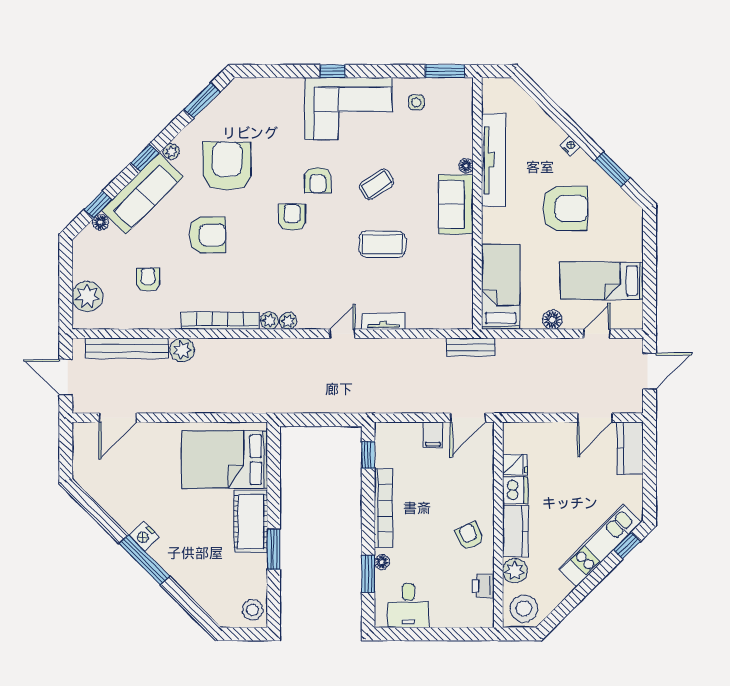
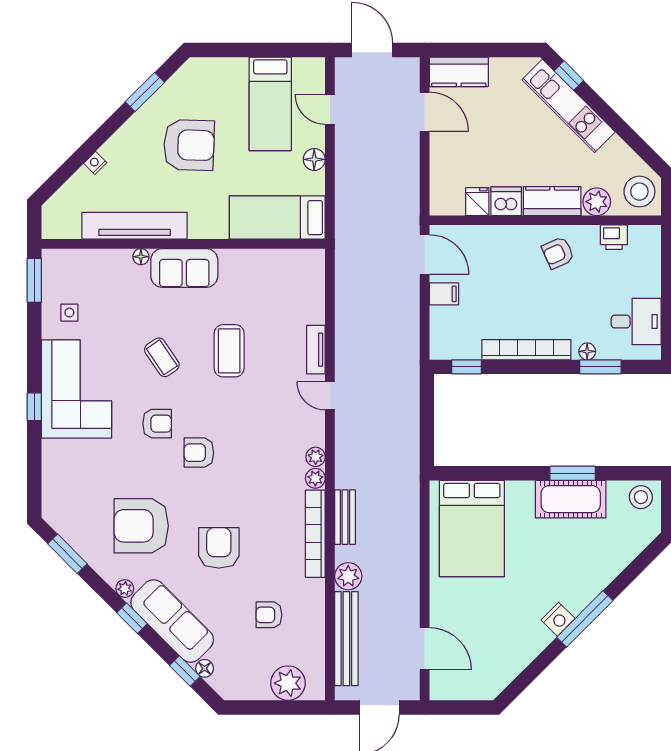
nightstand: (570, 146) -> (95, 163), moved
armchair: (565, 208) -> (189, 145), turned 92
bench: (471, 347) -> (345, 517), moved
cot: (251, 521) -> (571, 499), moved

